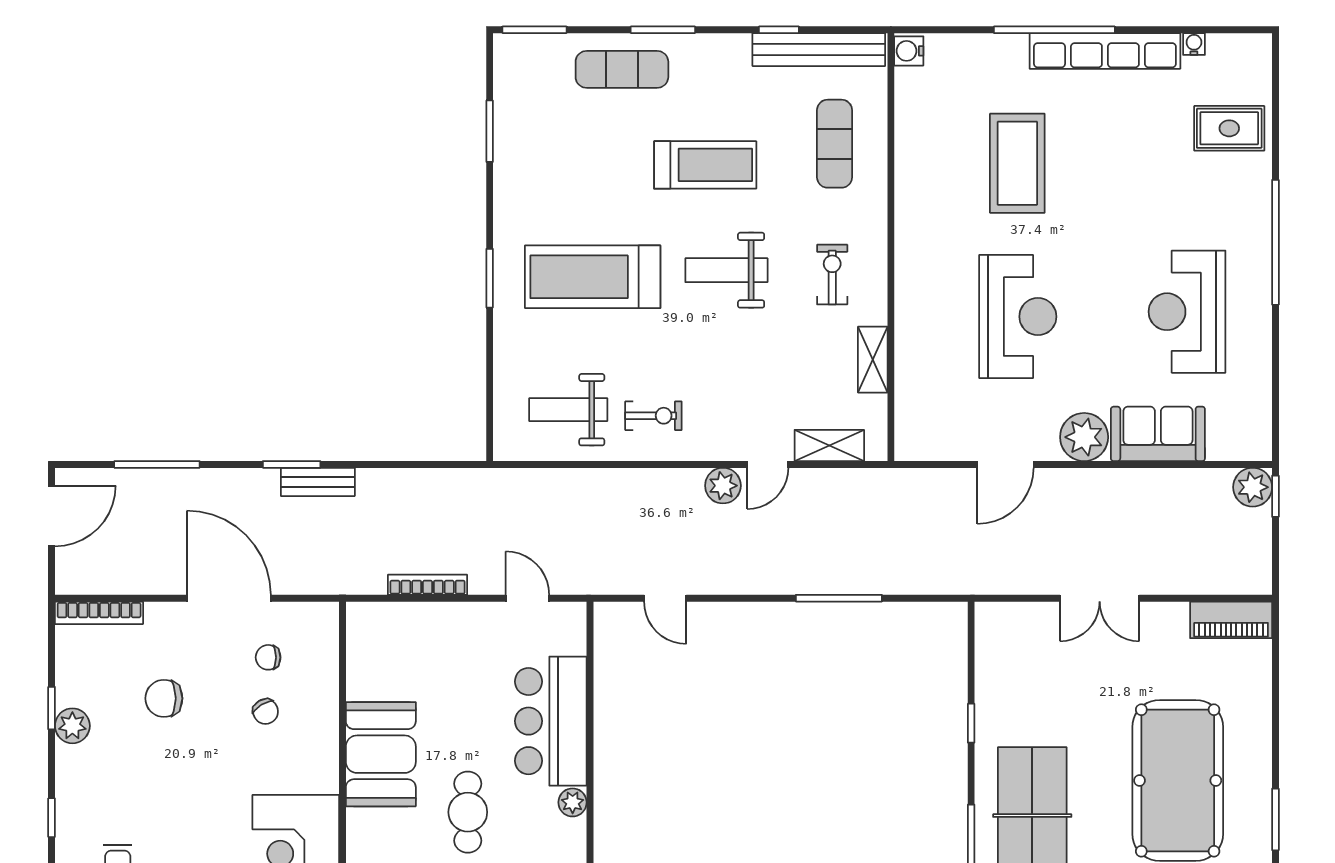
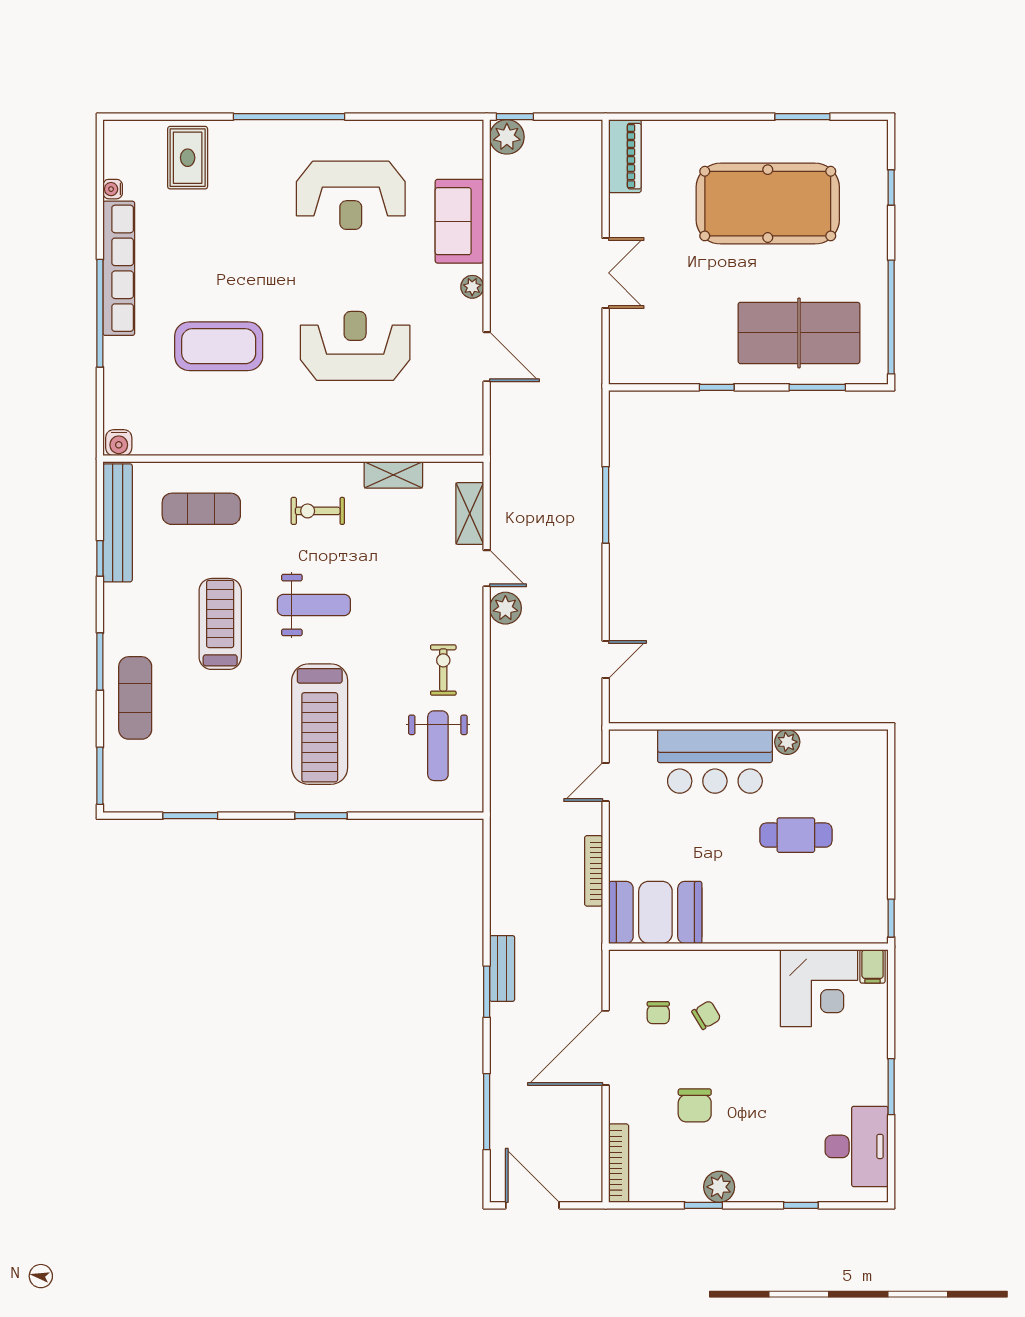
weight bench: (726, 270) -> (314, 605), turned -90
plant: (1084, 437) -> (472, 287), width x0.53, depth x0.53
booth: (381, 754) -> (655, 912), moved

